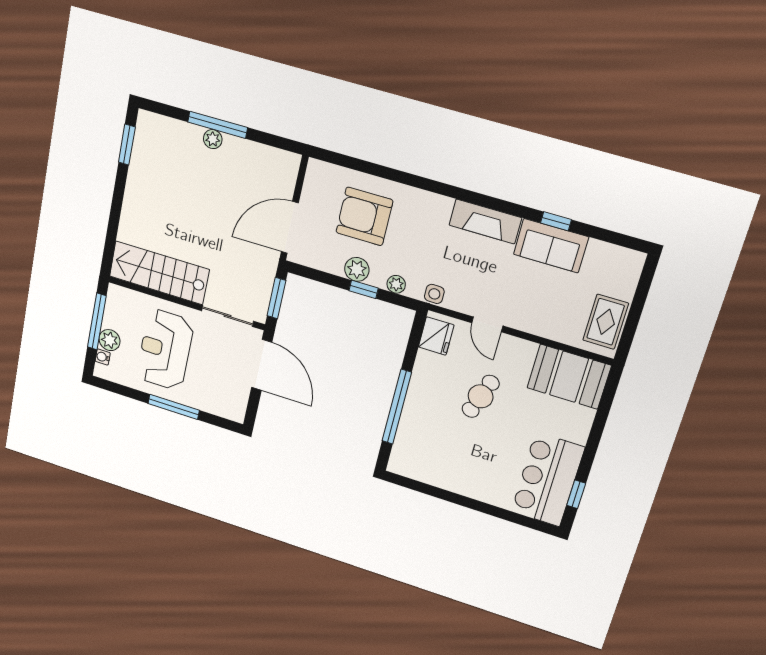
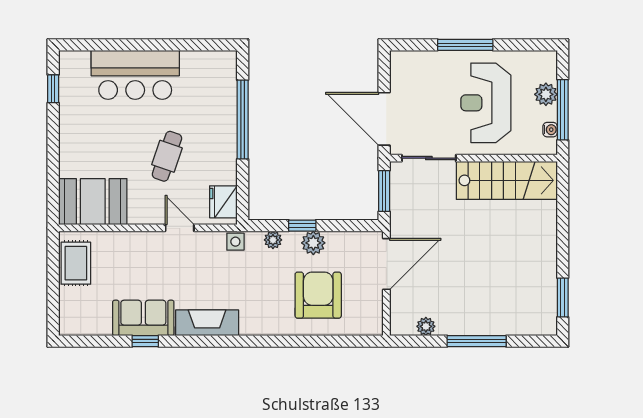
plant: (213, 139) -> (426, 326), moved
armchair: (364, 216) -> (318, 295), turned -90
reception desk: (165, 350) -> (486, 103), turned 180
water cooler: (103, 357) -> (550, 130), moved
bar counter: (548, 480) -> (135, 75), moved, turned 90

